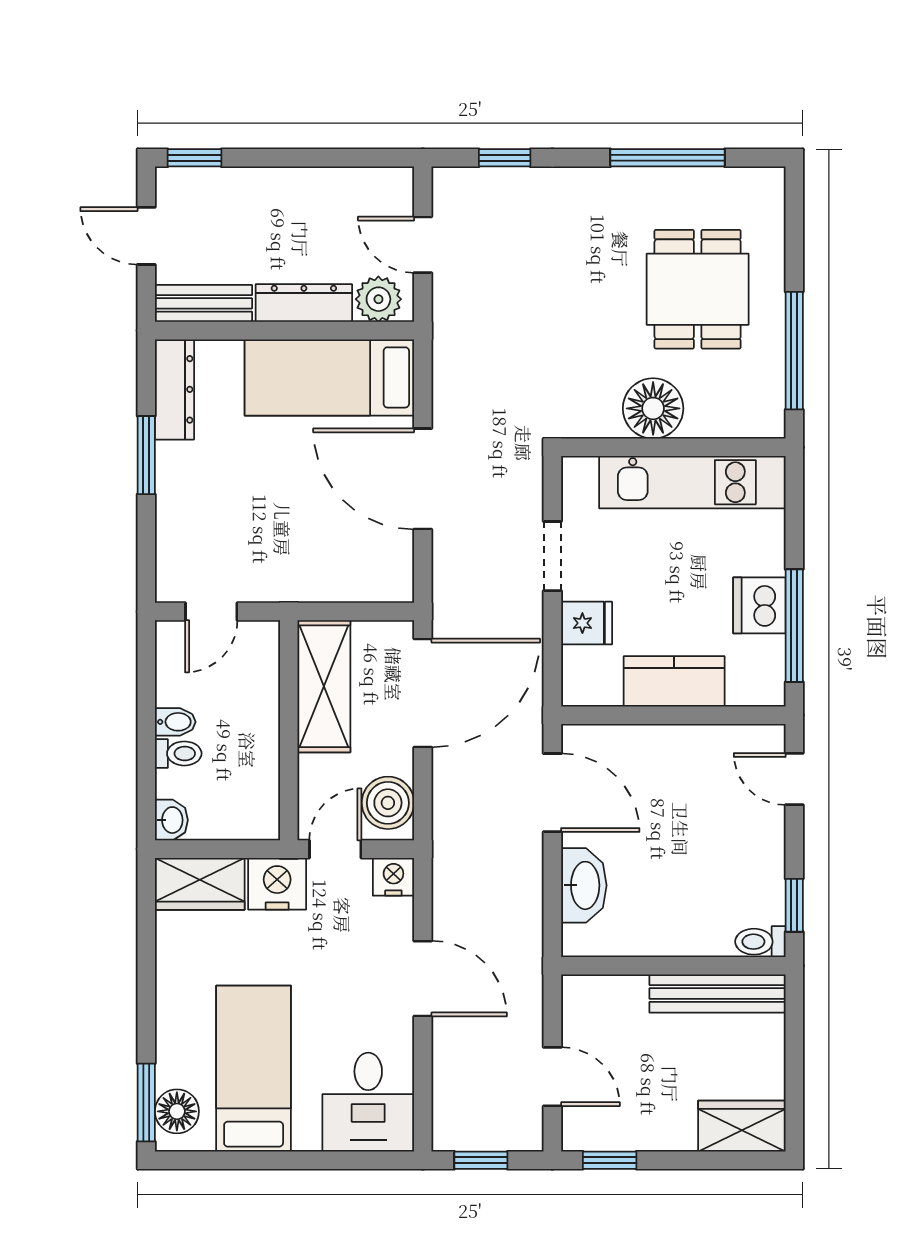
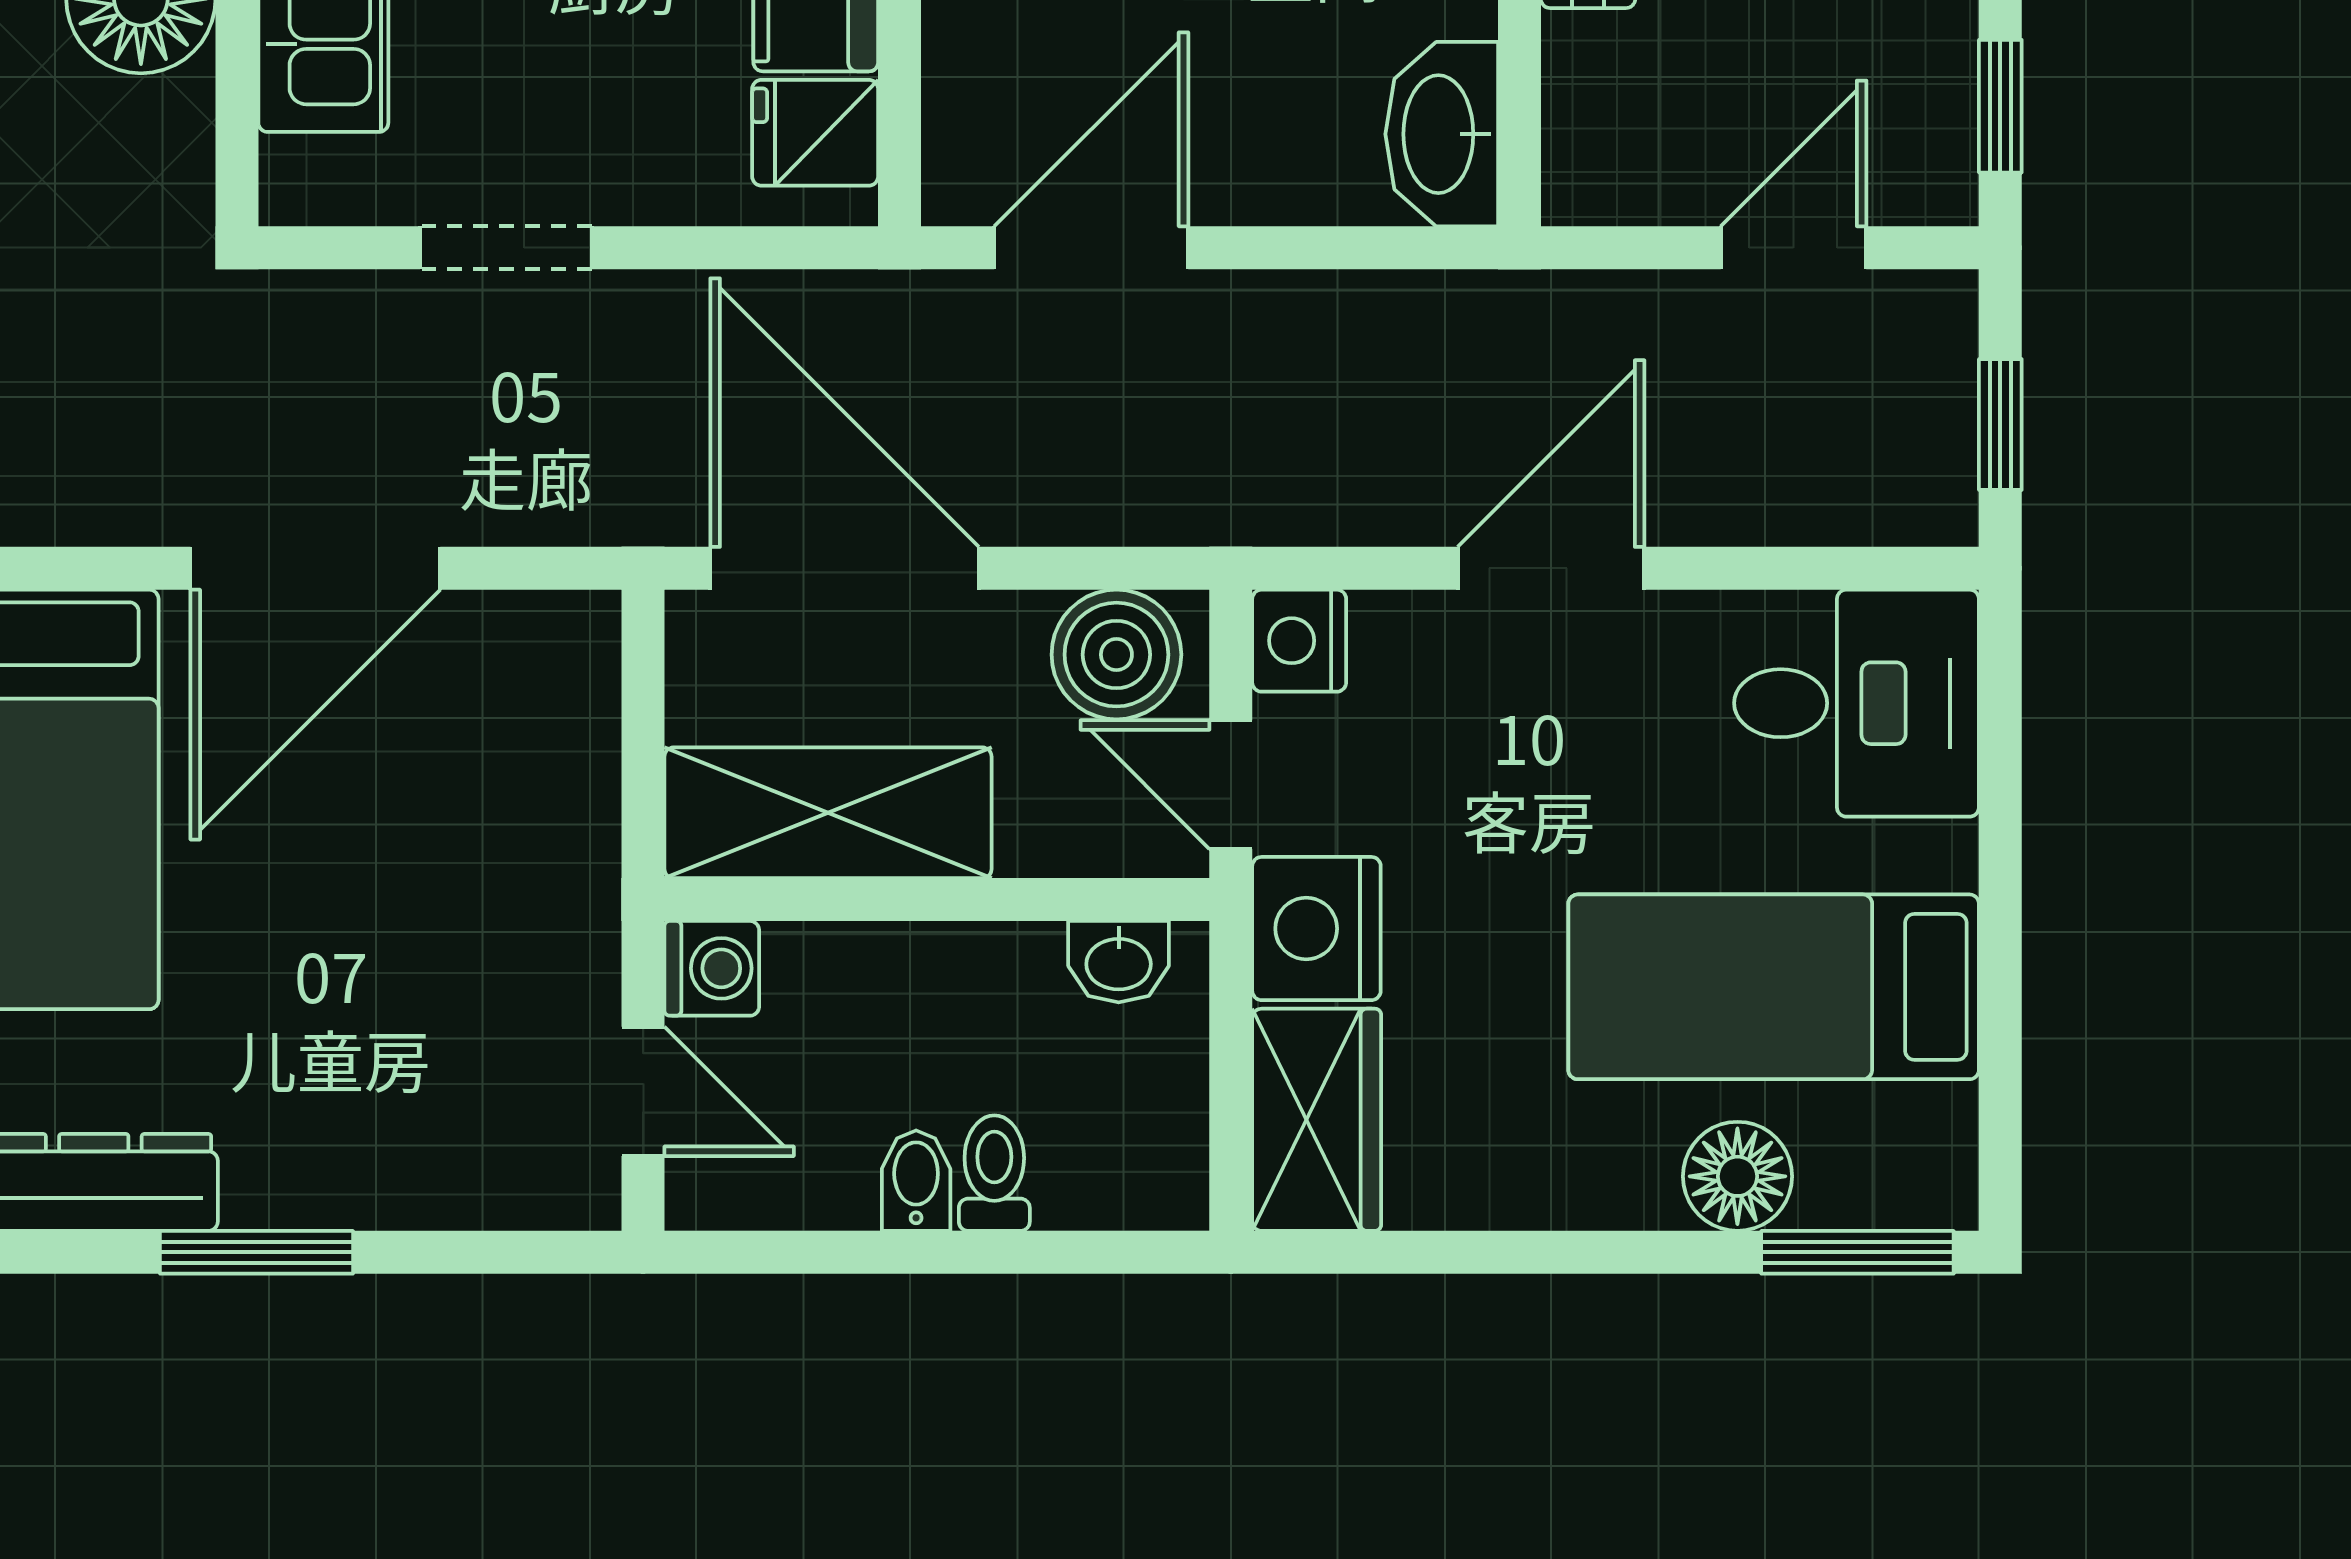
fridge: (587, 623) -> (815, 133), moved, turned -90
washing machine: (261, 639) -> (712, 968), added
washbasin: (171, 820) -> (1119, 962), moved, turned 180
washbasin: (584, 885) -> (1442, 134), moved, turned -90
floor lamp: (177, 1111) -> (1737, 1176), moved

